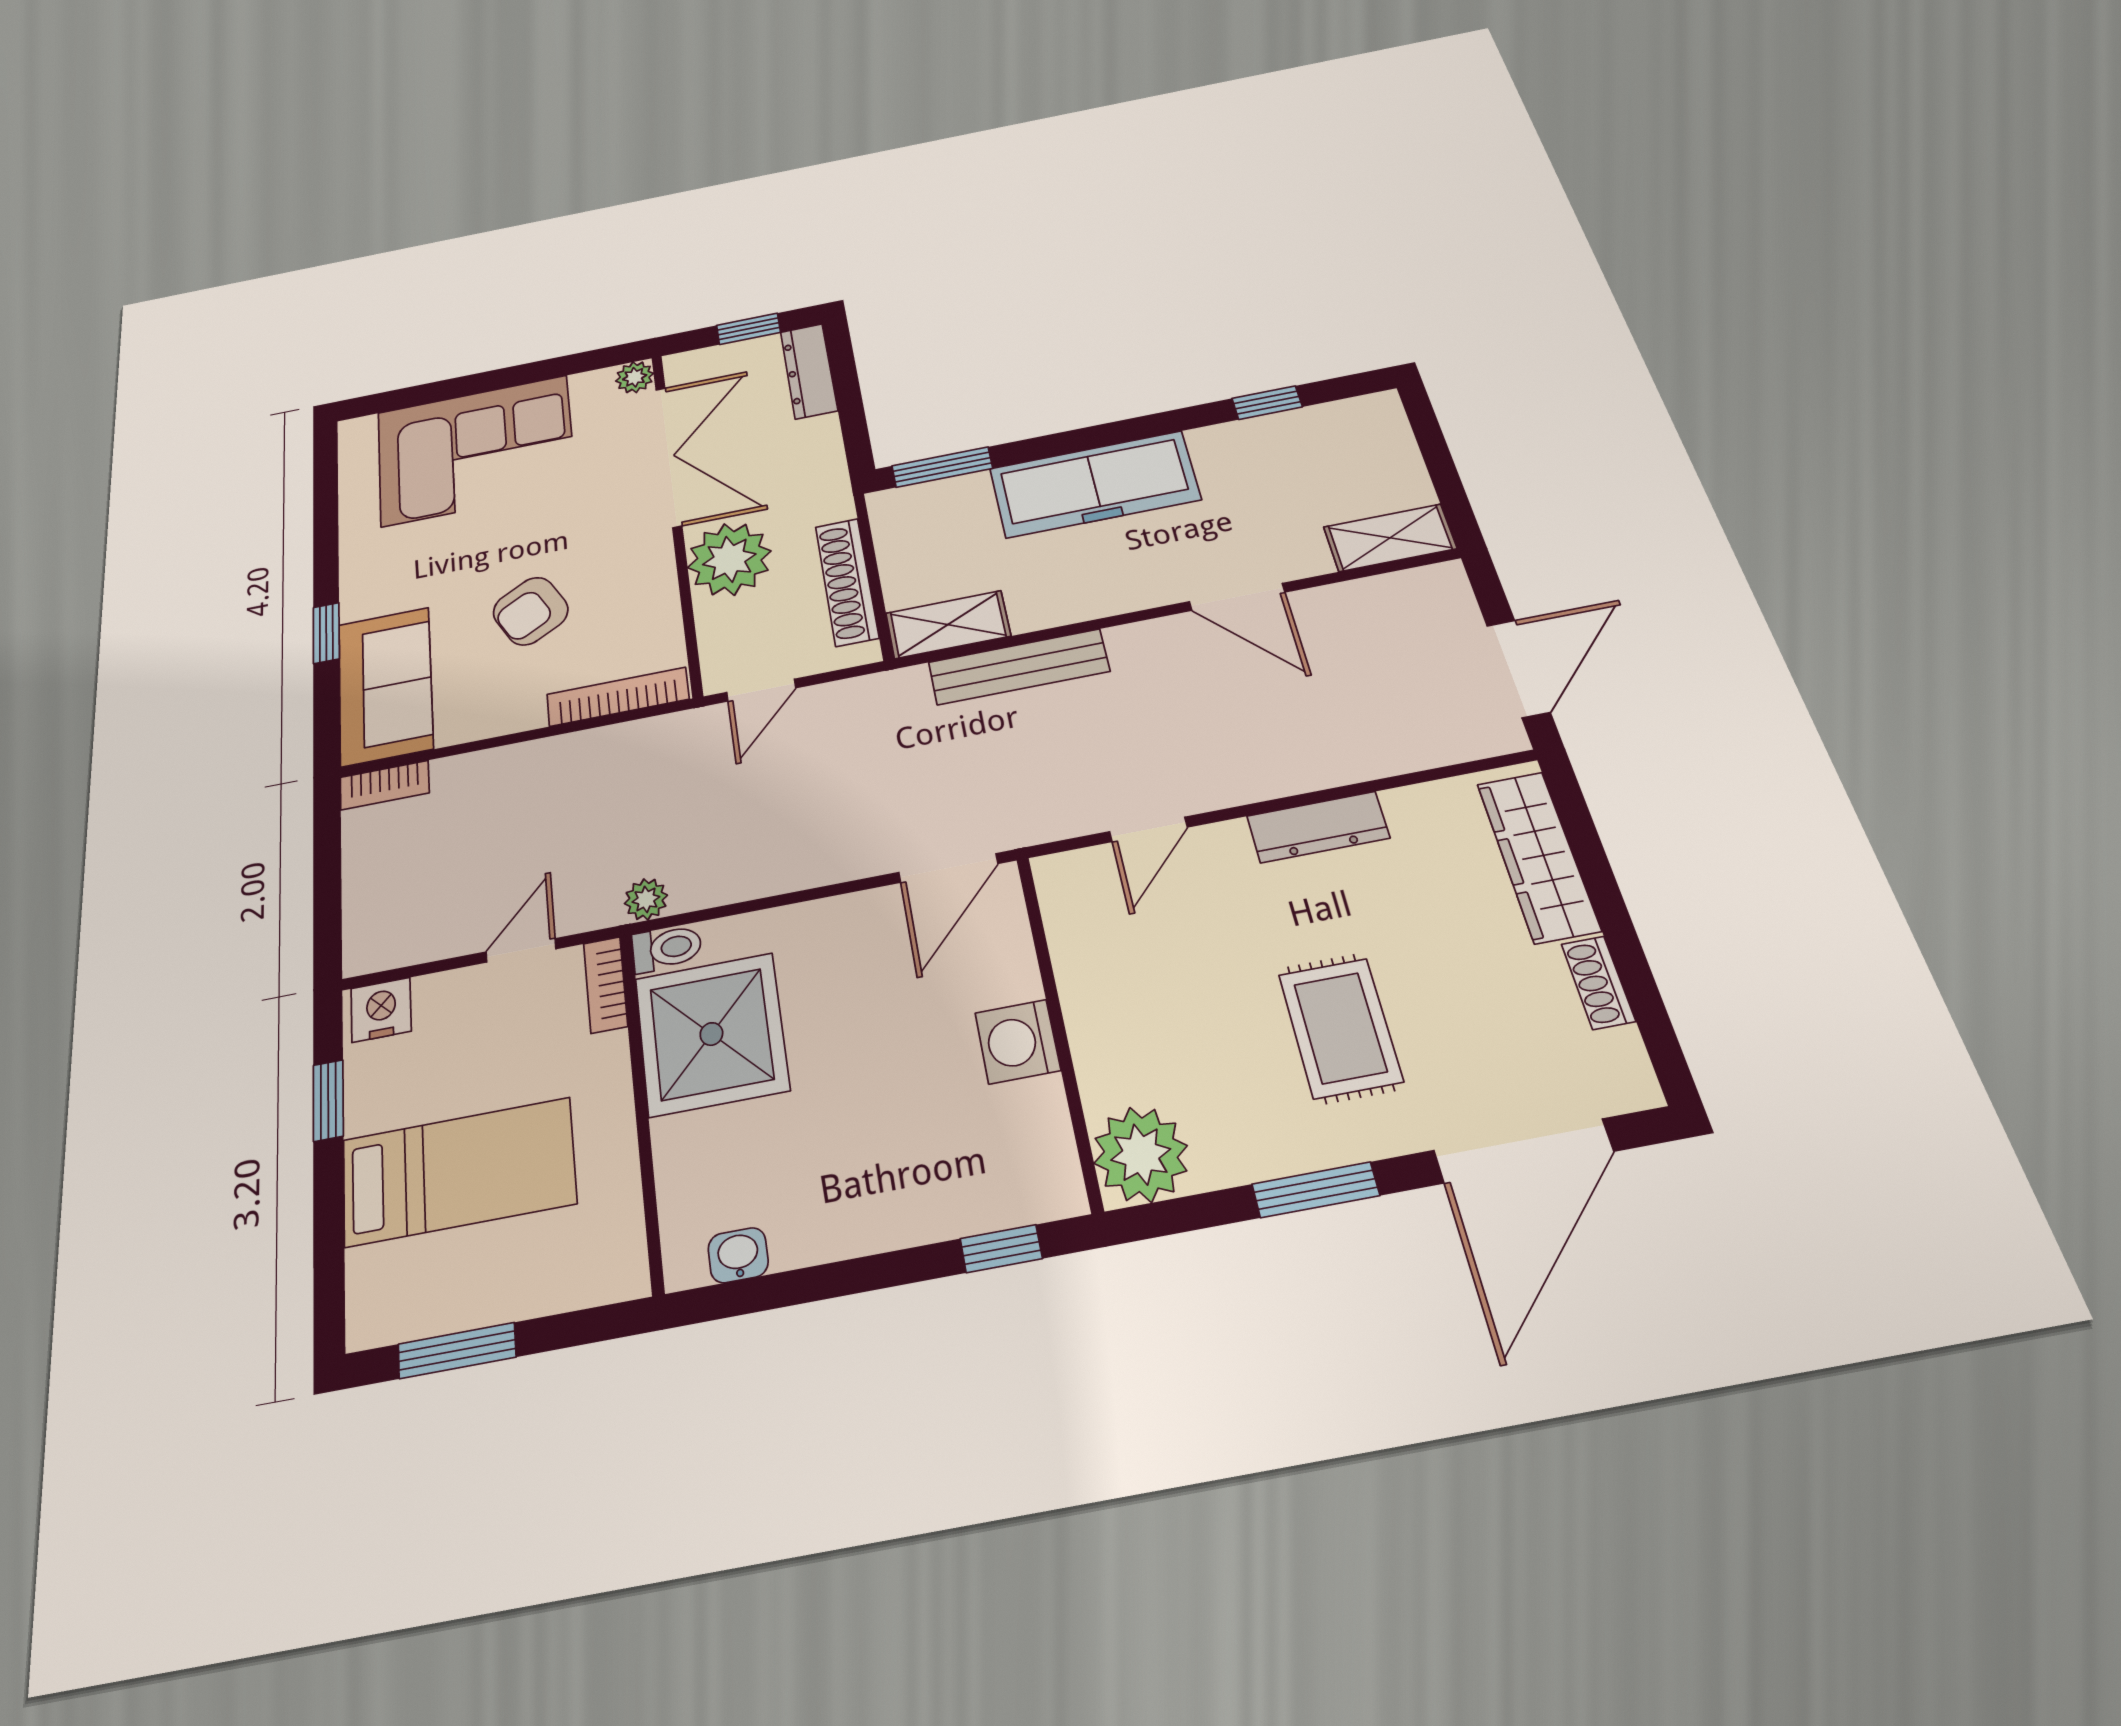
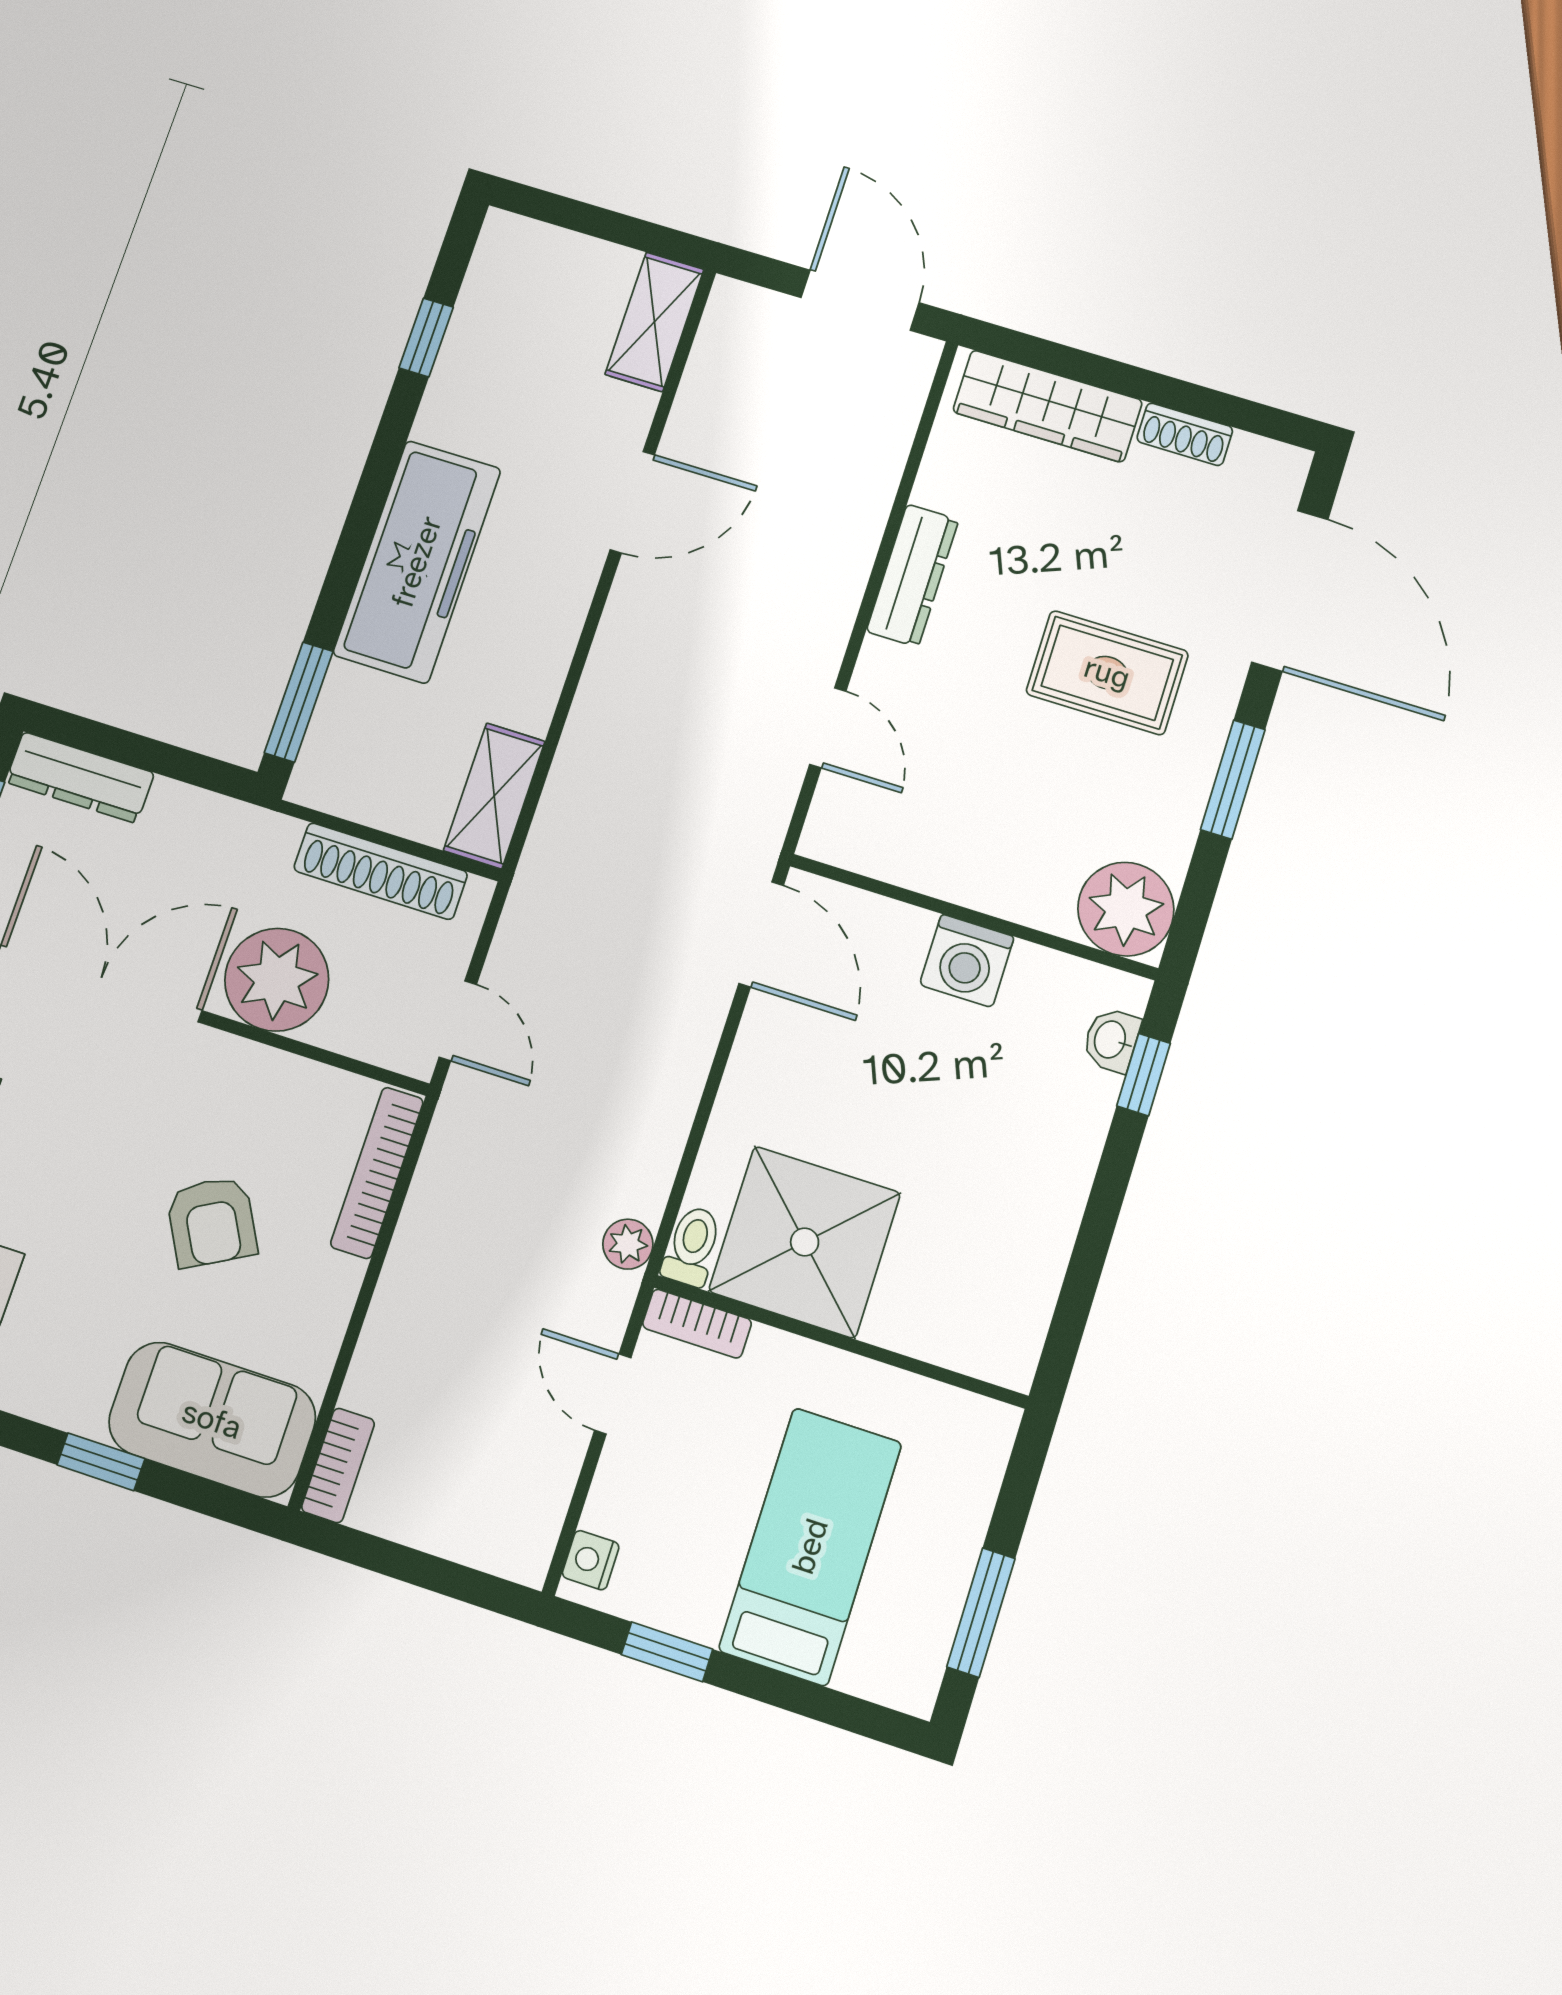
bench: (1019, 667) -> (584, 752), removed
nightstand: (381, 1010) -> (591, 1560), width x0.72, depth x0.74
washbasin: (738, 1255) -> (1111, 1040), moved

